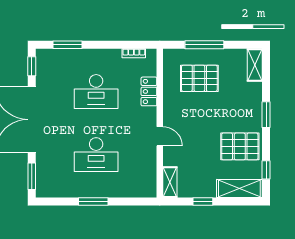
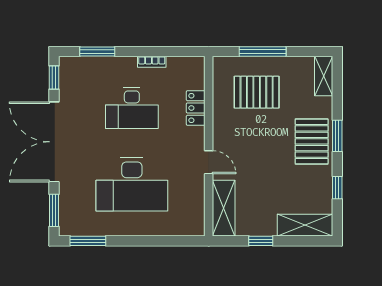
bookcase: (134, 53) -> (152, 62), moved
pallet: (240, 146) -> (312, 141), moved, turned 90
desk: (96, 155) -> (132, 184), width x1.36, depth x1.30
window: (266, 170) -> (337, 188), moved
shelving: (170, 182) -> (224, 208), width x1.50, depth x1.33
window: (93, 201) -> (88, 241), moved

